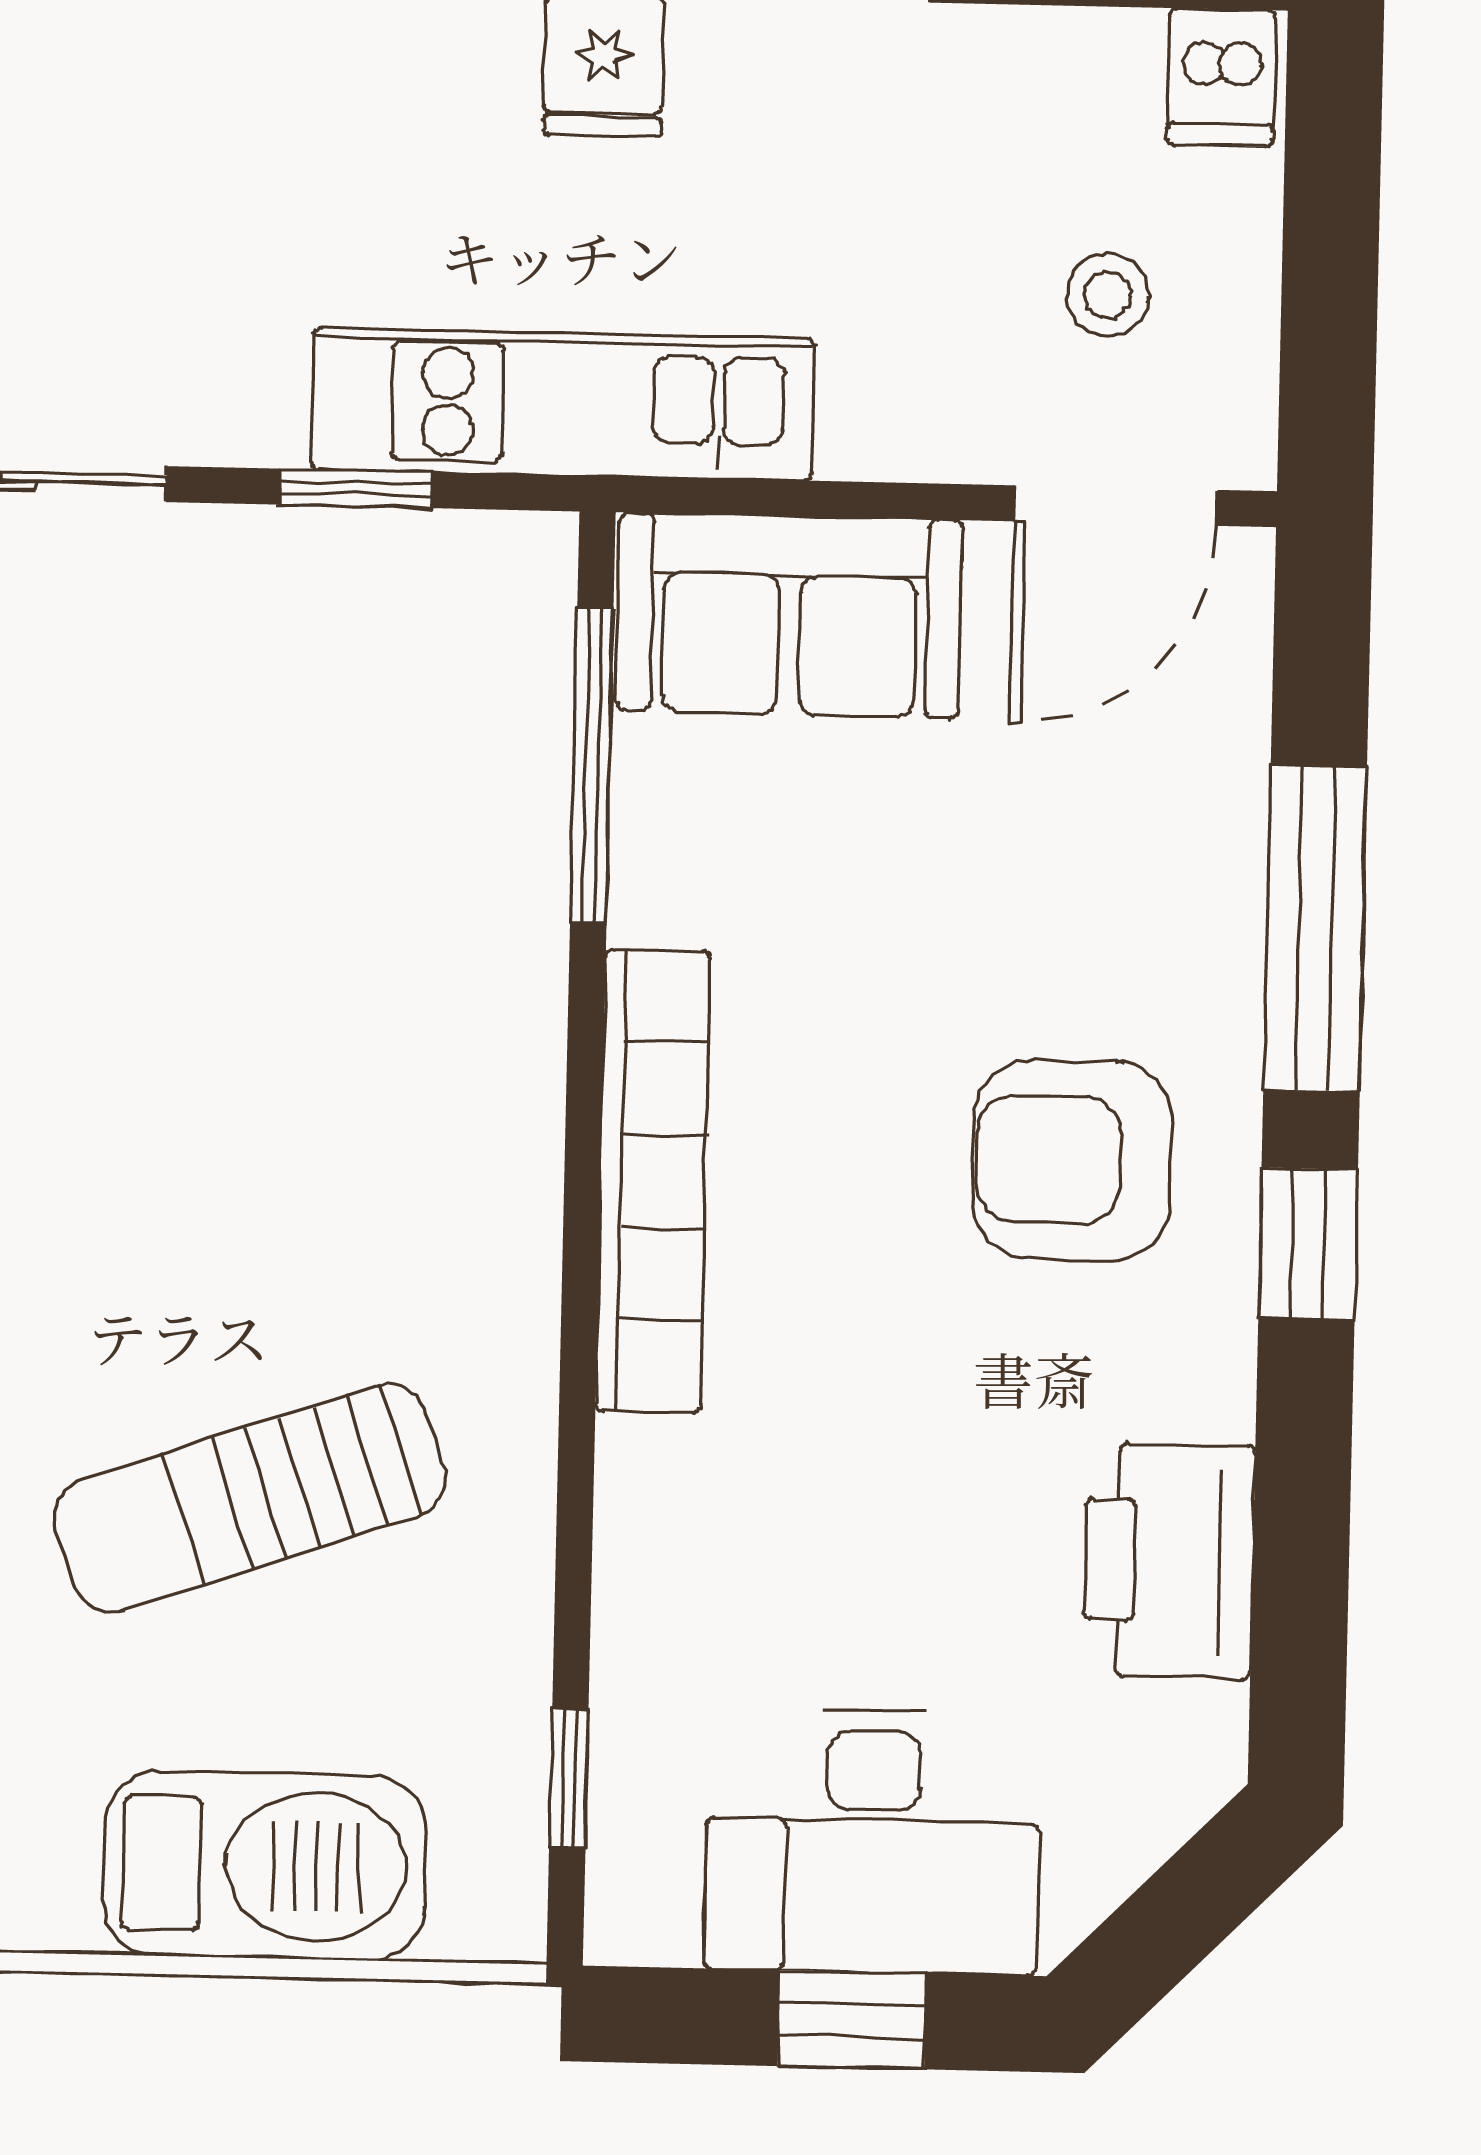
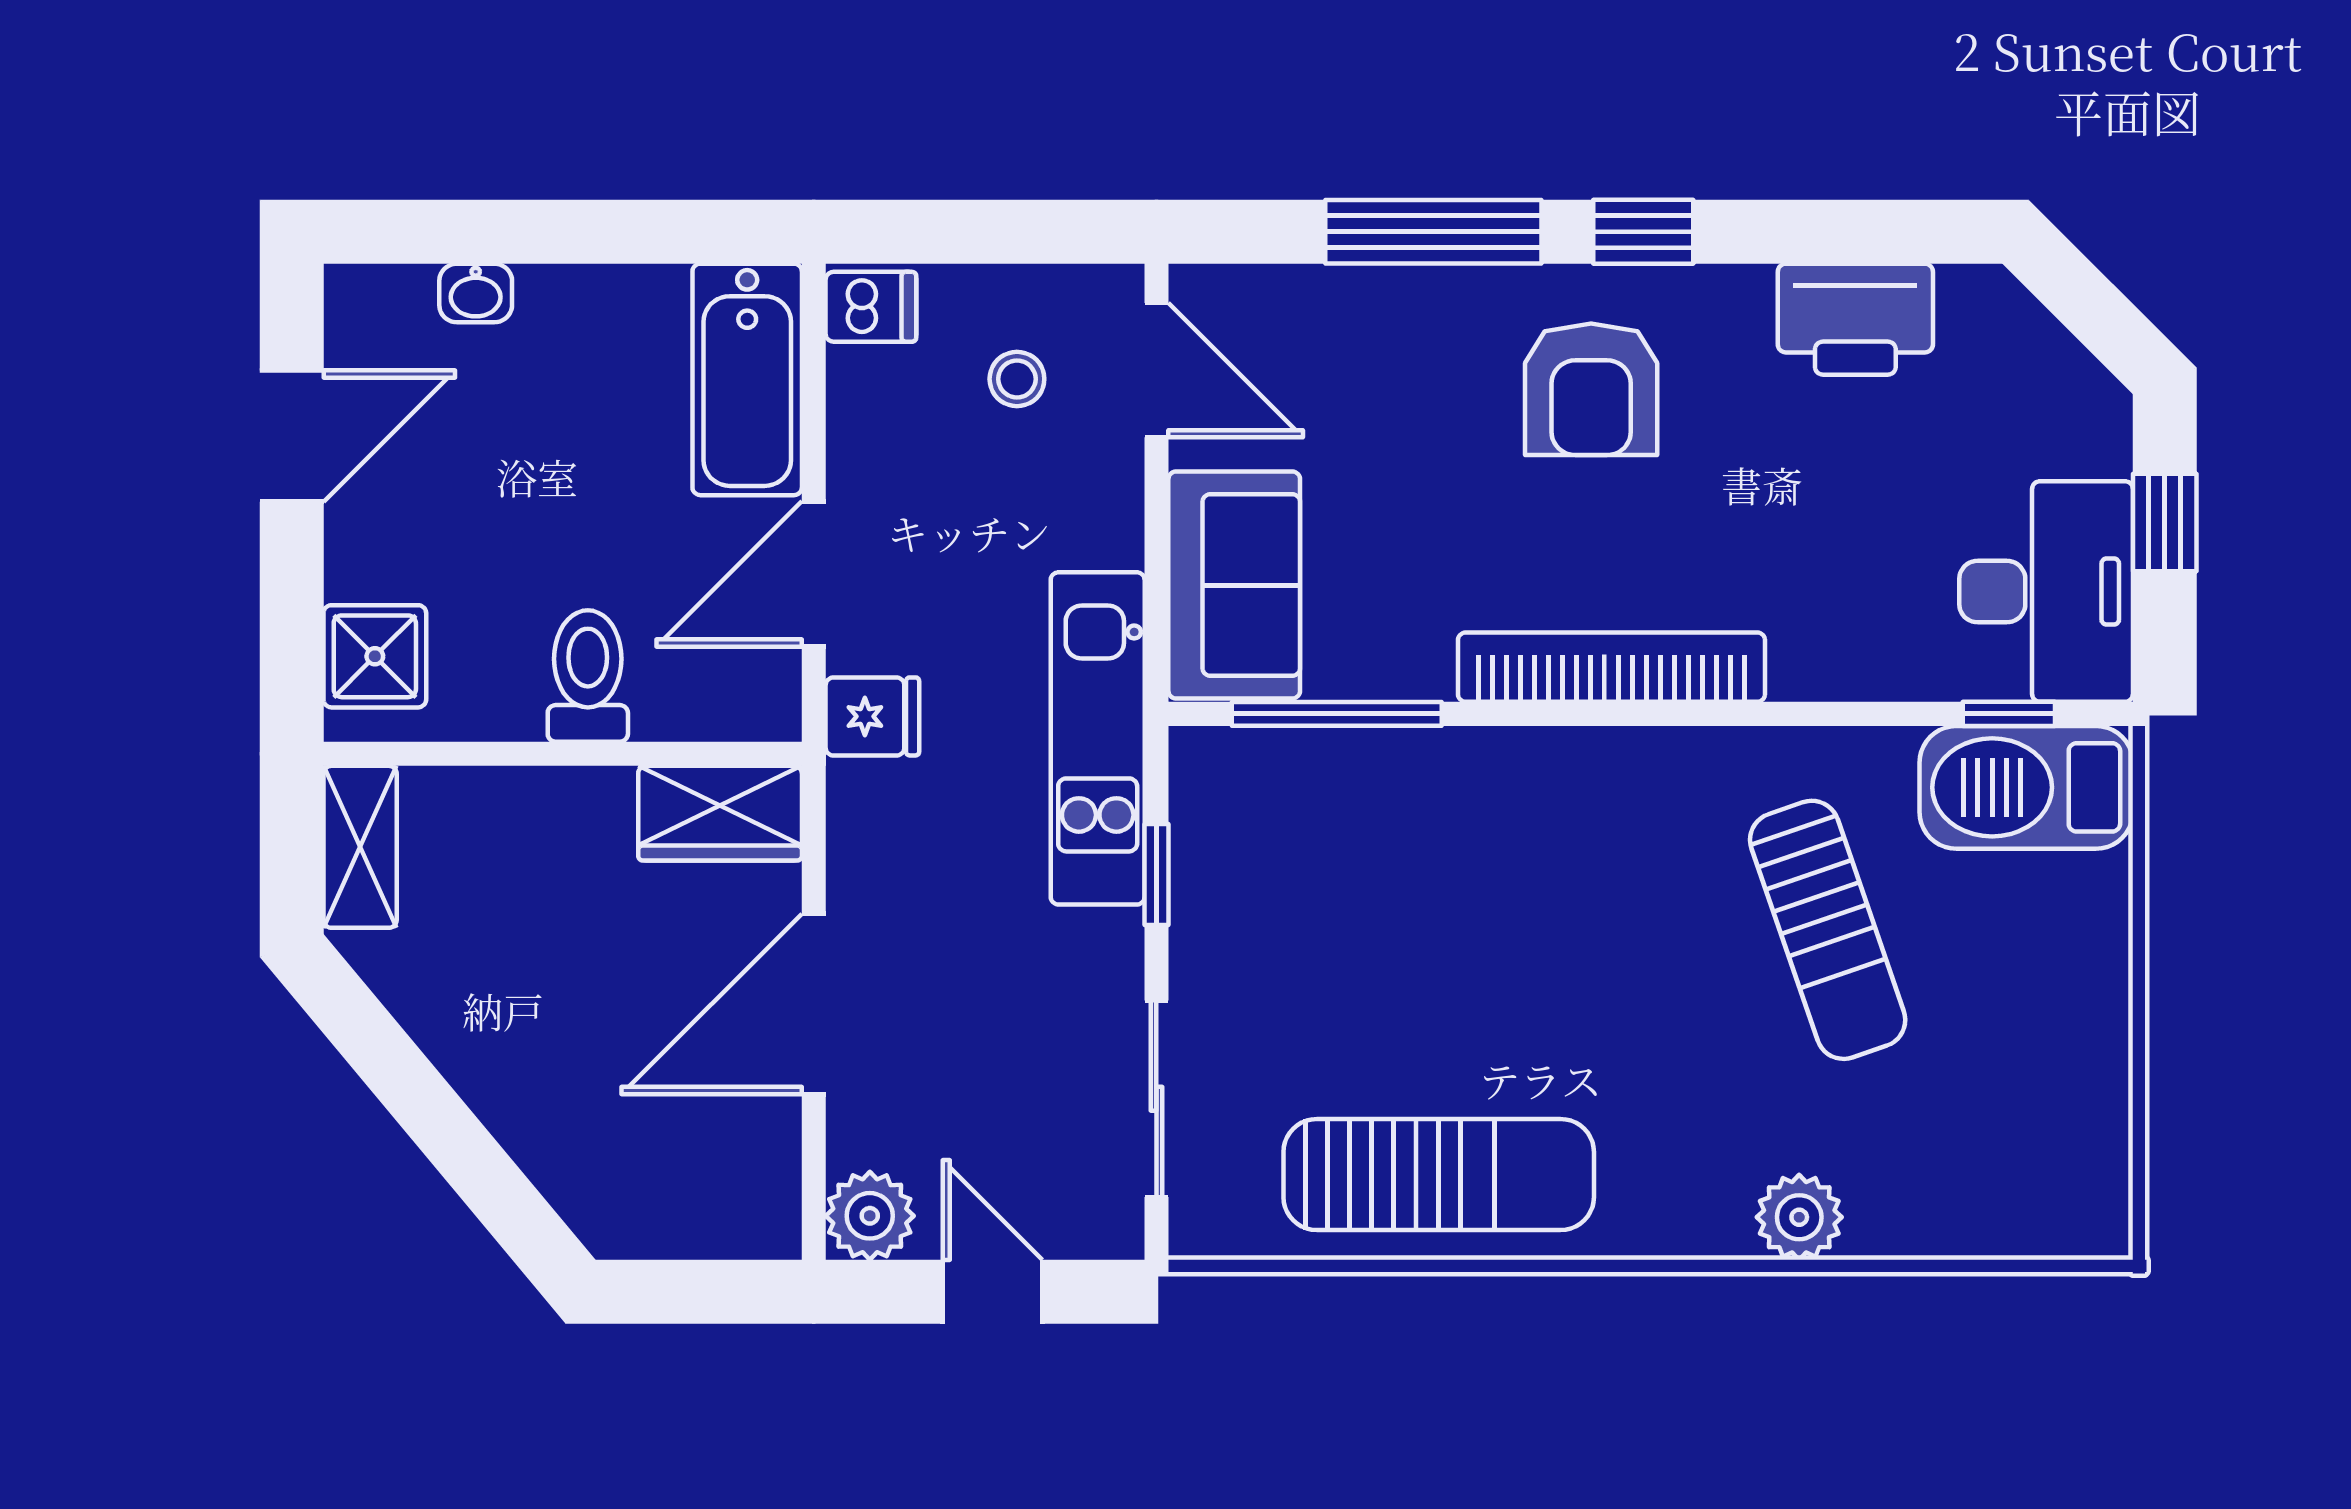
desk: (873, 1841) -> (2046, 592), moved
barbecue: (264, 1866) -> (2026, 787), moved, turned -90

